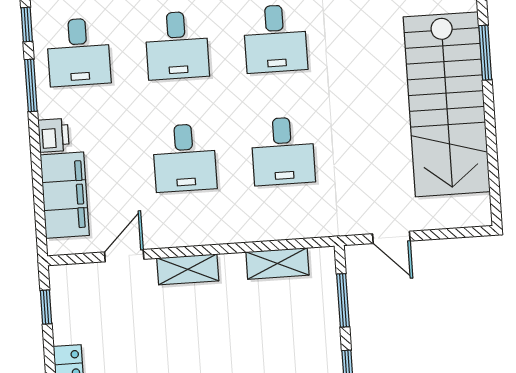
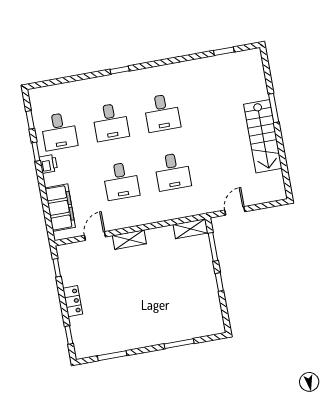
window: (31, 85) -> (36, 152), width x0.67
stairs: (447, 104) -> (263, 136), width x0.73, depth x0.66
printer: (54, 135) -> (48, 164), moved
door: (391, 237) -> (235, 211), swing flipped
shelving: (277, 264) -> (190, 229), moved

